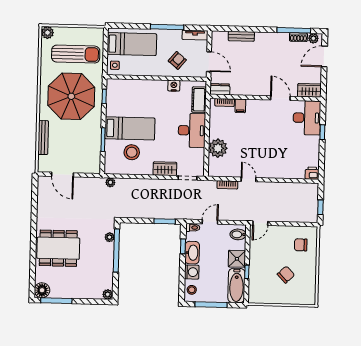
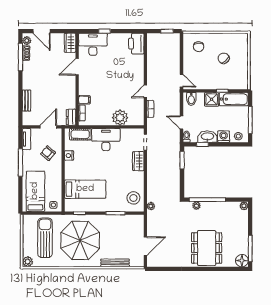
bed: (130, 128) -> (85, 189), moved, turned 90
stool: (132, 152) -> (133, 198), moved
printer: (312, 173) -> (136, 44), width x1.87, depth x1.48

